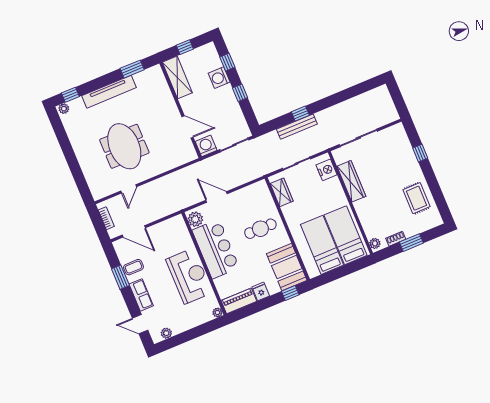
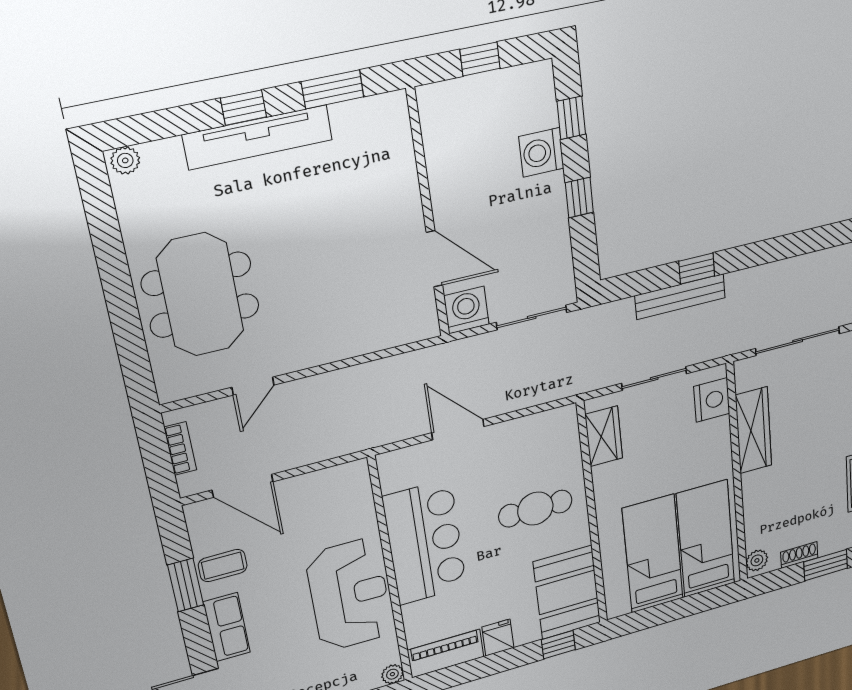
shelving: (177, 77) -> (441, 133), removed
window: (70, 95) -> (243, 108), moved
meeting table: (124, 146) -> (200, 295), moved
plant: (195, 219) -> (396, 473), removed

